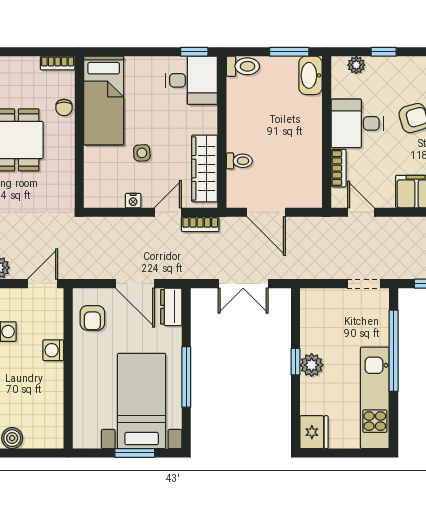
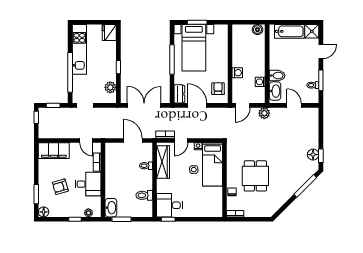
toilet: (243, 66) -> (144, 195), moved
bed: (104, 101) -> (213, 164), moved, turned 180
double door: (243, 284) -> (144, 105), width x1.37
plant: (312, 365) -> (110, 87), moved

